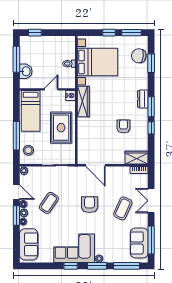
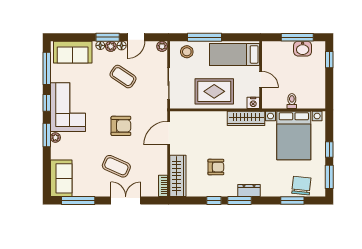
washbasin: (26, 71) -> (303, 49), moved
wardrobe: (137, 158) -> (178, 176), width x1.50
sofa: (139, 243) -> (61, 178), moved, turned 90
window: (126, 266) -> (47, 68), moved

